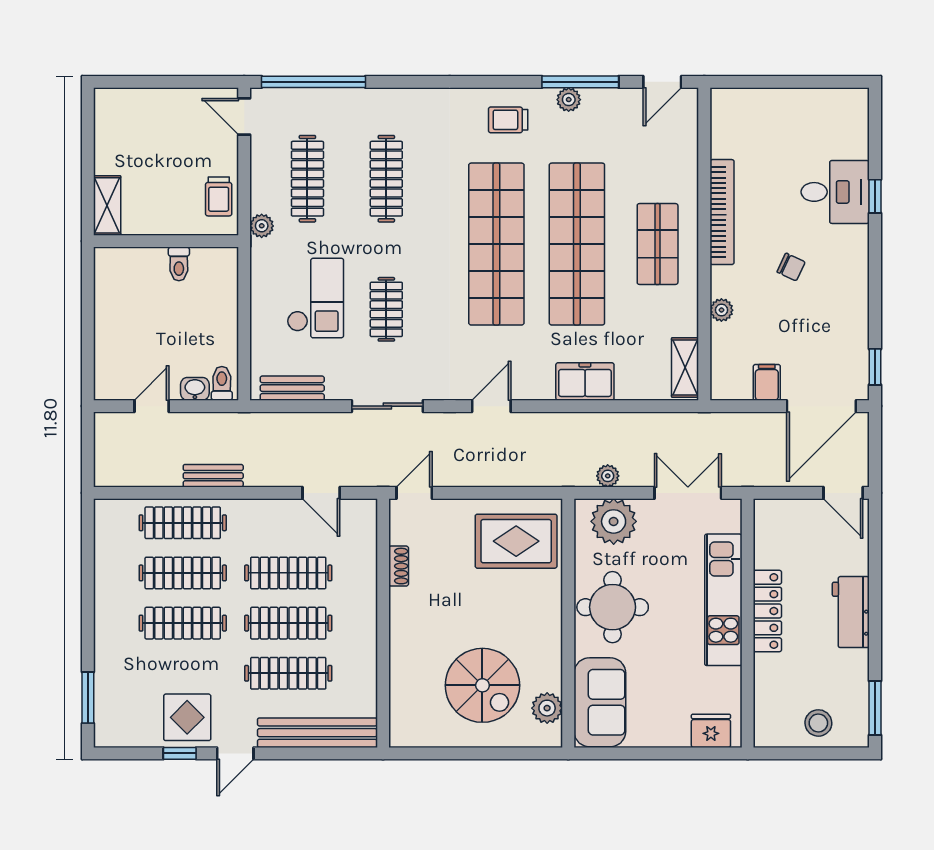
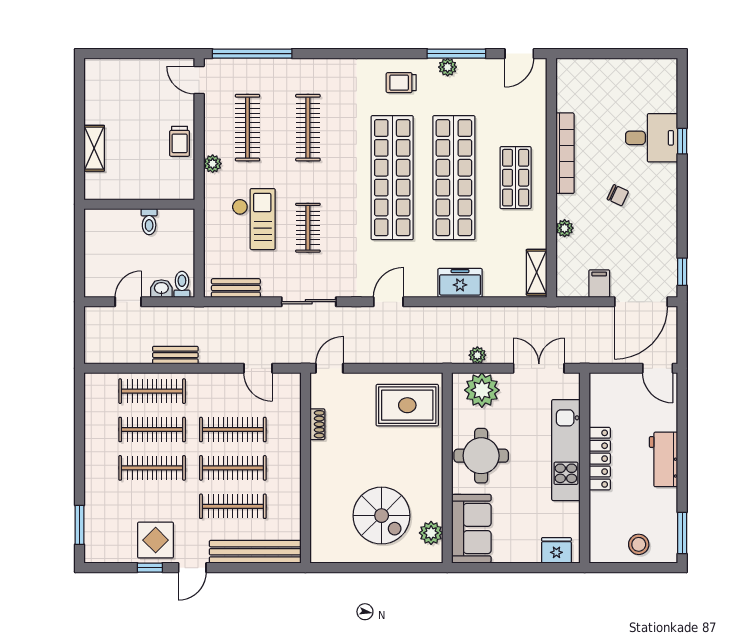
wall: (166, 241) -> (139, 204), moved
toilet: (179, 264) -> (149, 222), moved

